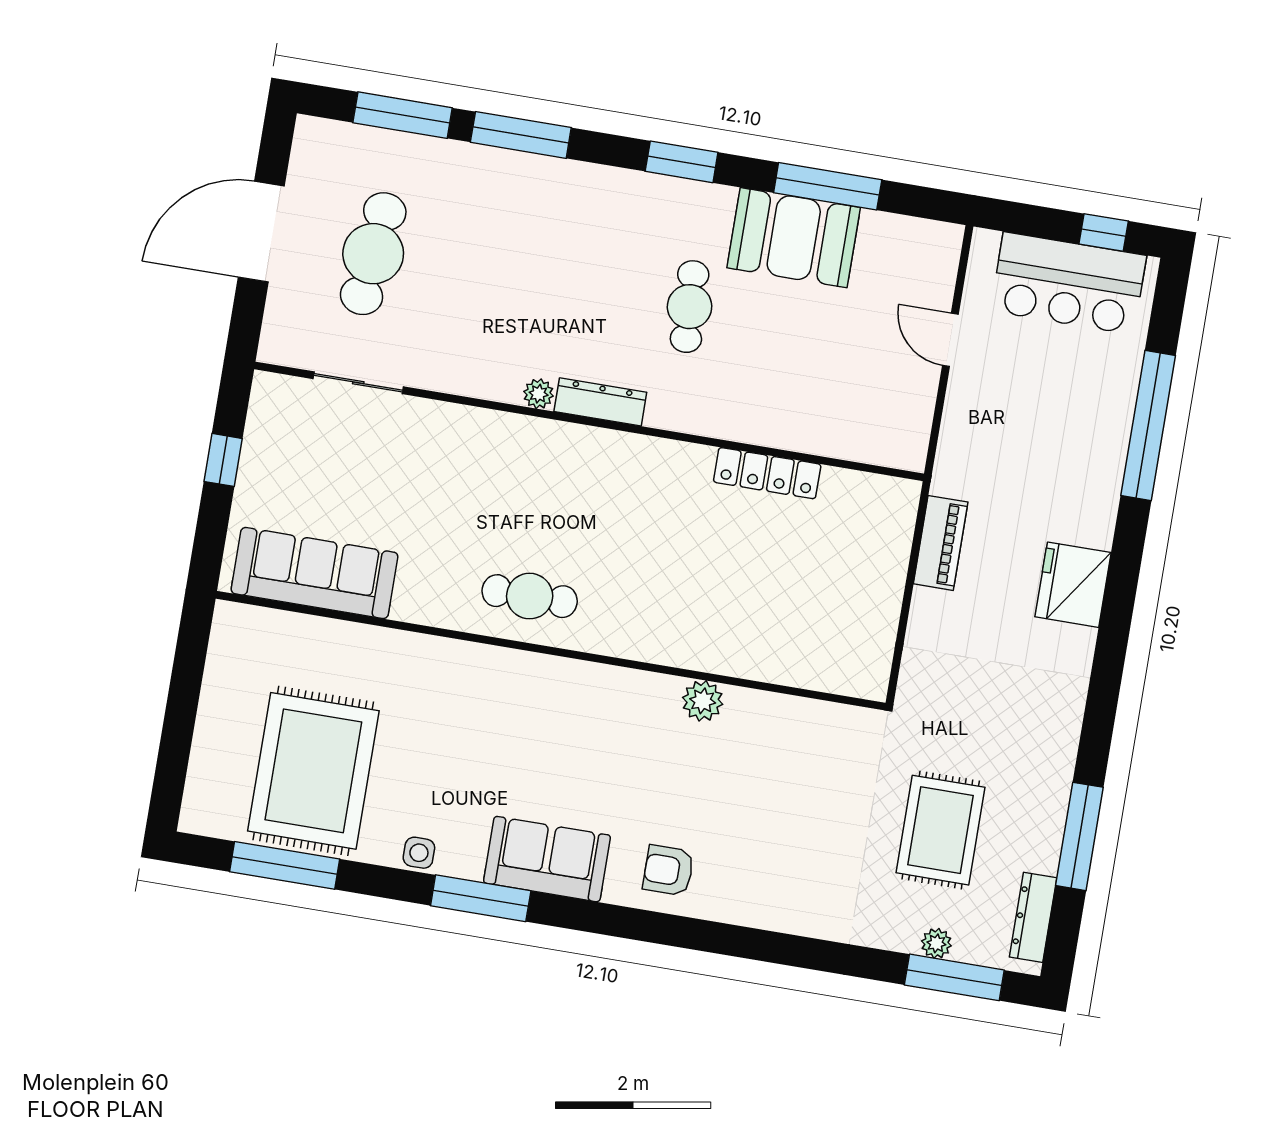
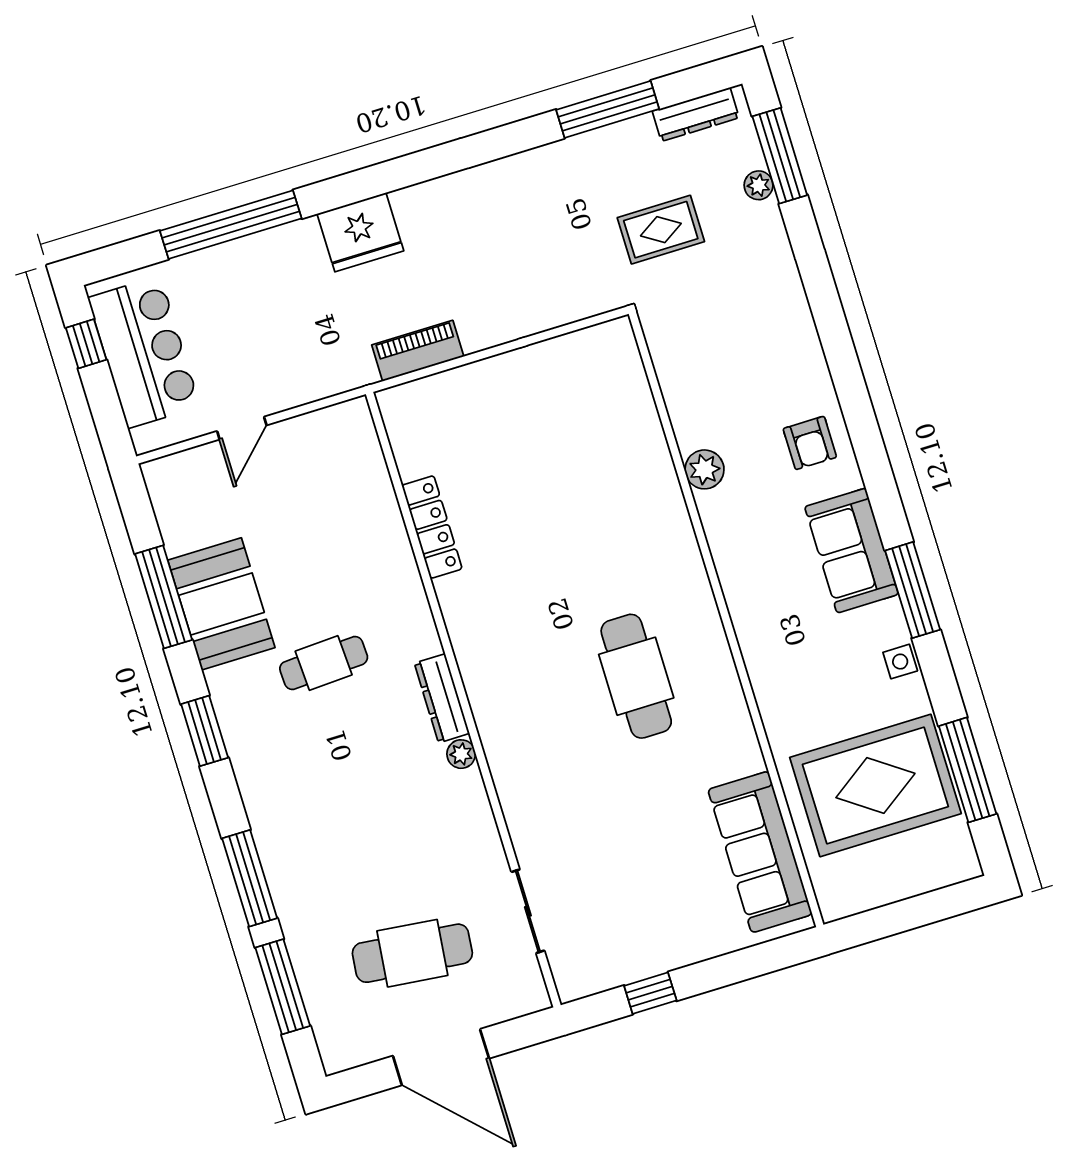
sofa: (315, 573) -> (760, 852), moved
fridge: (1073, 585) -> (360, 232), moved
cafe table: (530, 596) -> (636, 676), width x1.37, depth x1.35
wall: (551, 651) -> (726, 619), moved
plant: (703, 701) -> (704, 469), moved
rug: (941, 830) -> (661, 230), width x0.73, depth x0.70

